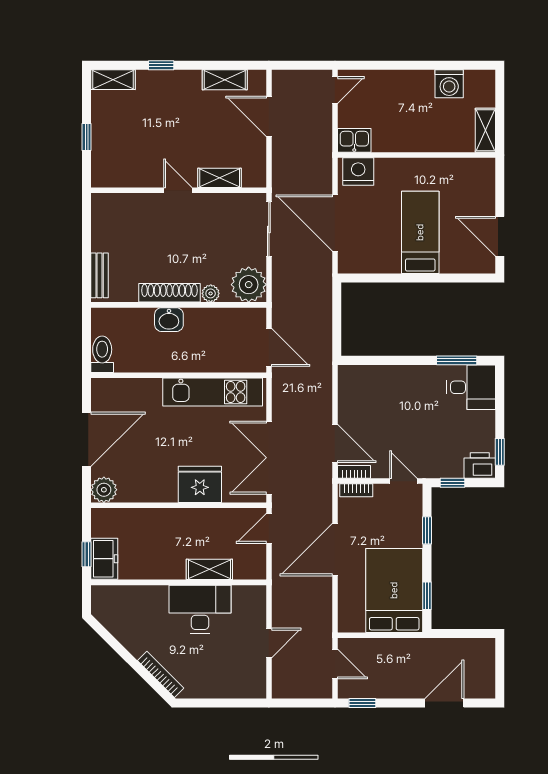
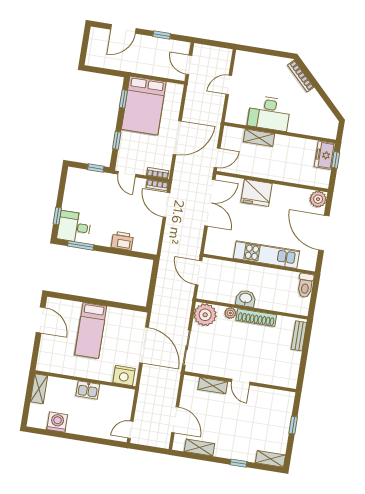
kitchen sink: (354, 140) -> (88, 390), moved
washbasin: (169, 320) -> (246, 298), moved
kitchen unit: (213, 392) -> (266, 255), moved
door: (87, 439) -> (324, 233), hinge flipped
window: (500, 452) -> (57, 216), moved
printer: (480, 466) -> (122, 241), moved, turned 180
window: (362, 703) -> (162, 35), moved

